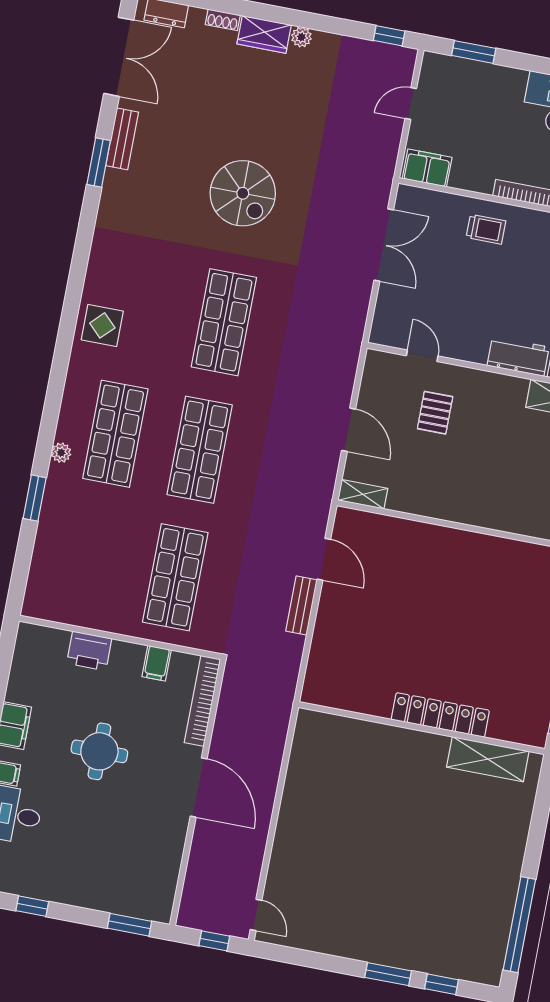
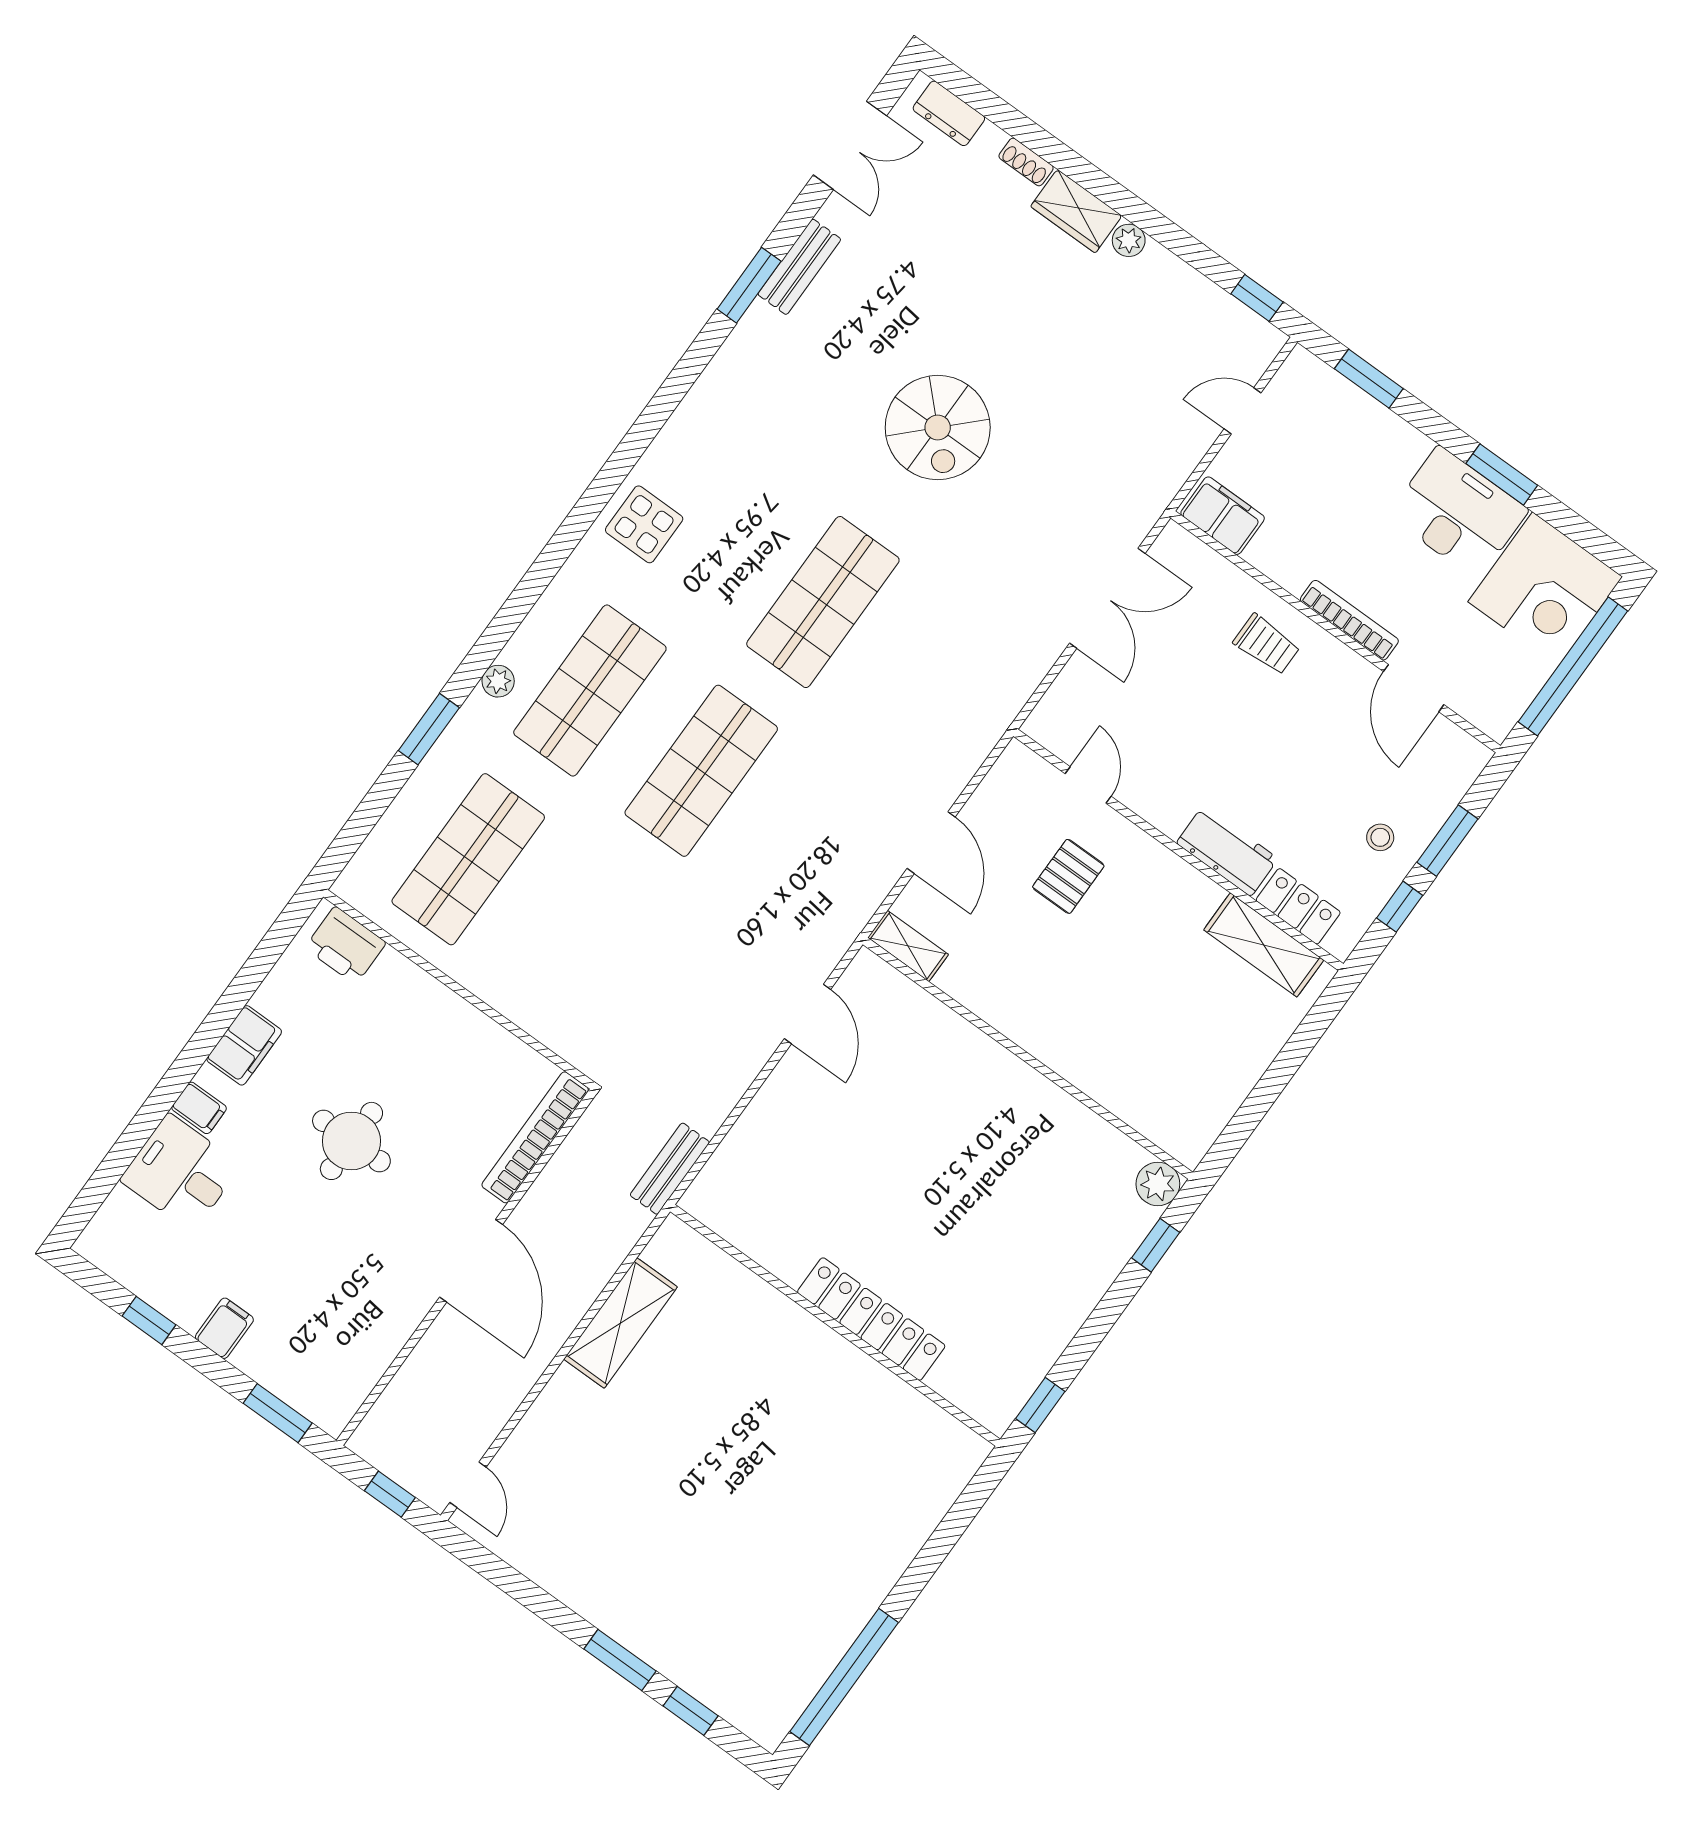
double door: (119, 57) -> (850, 145), width x0.73
shop shelf: (175, 577) -> (468, 859), moved
bench: (302, 605) -> (670, 1169), moved
printer: (89, 651) -> (345, 945), moved
filing cabinet: (157, 663) -> (224, 1328), moved, turned 180
shelving: (488, 759) -> (621, 1323), moved, turned 90

